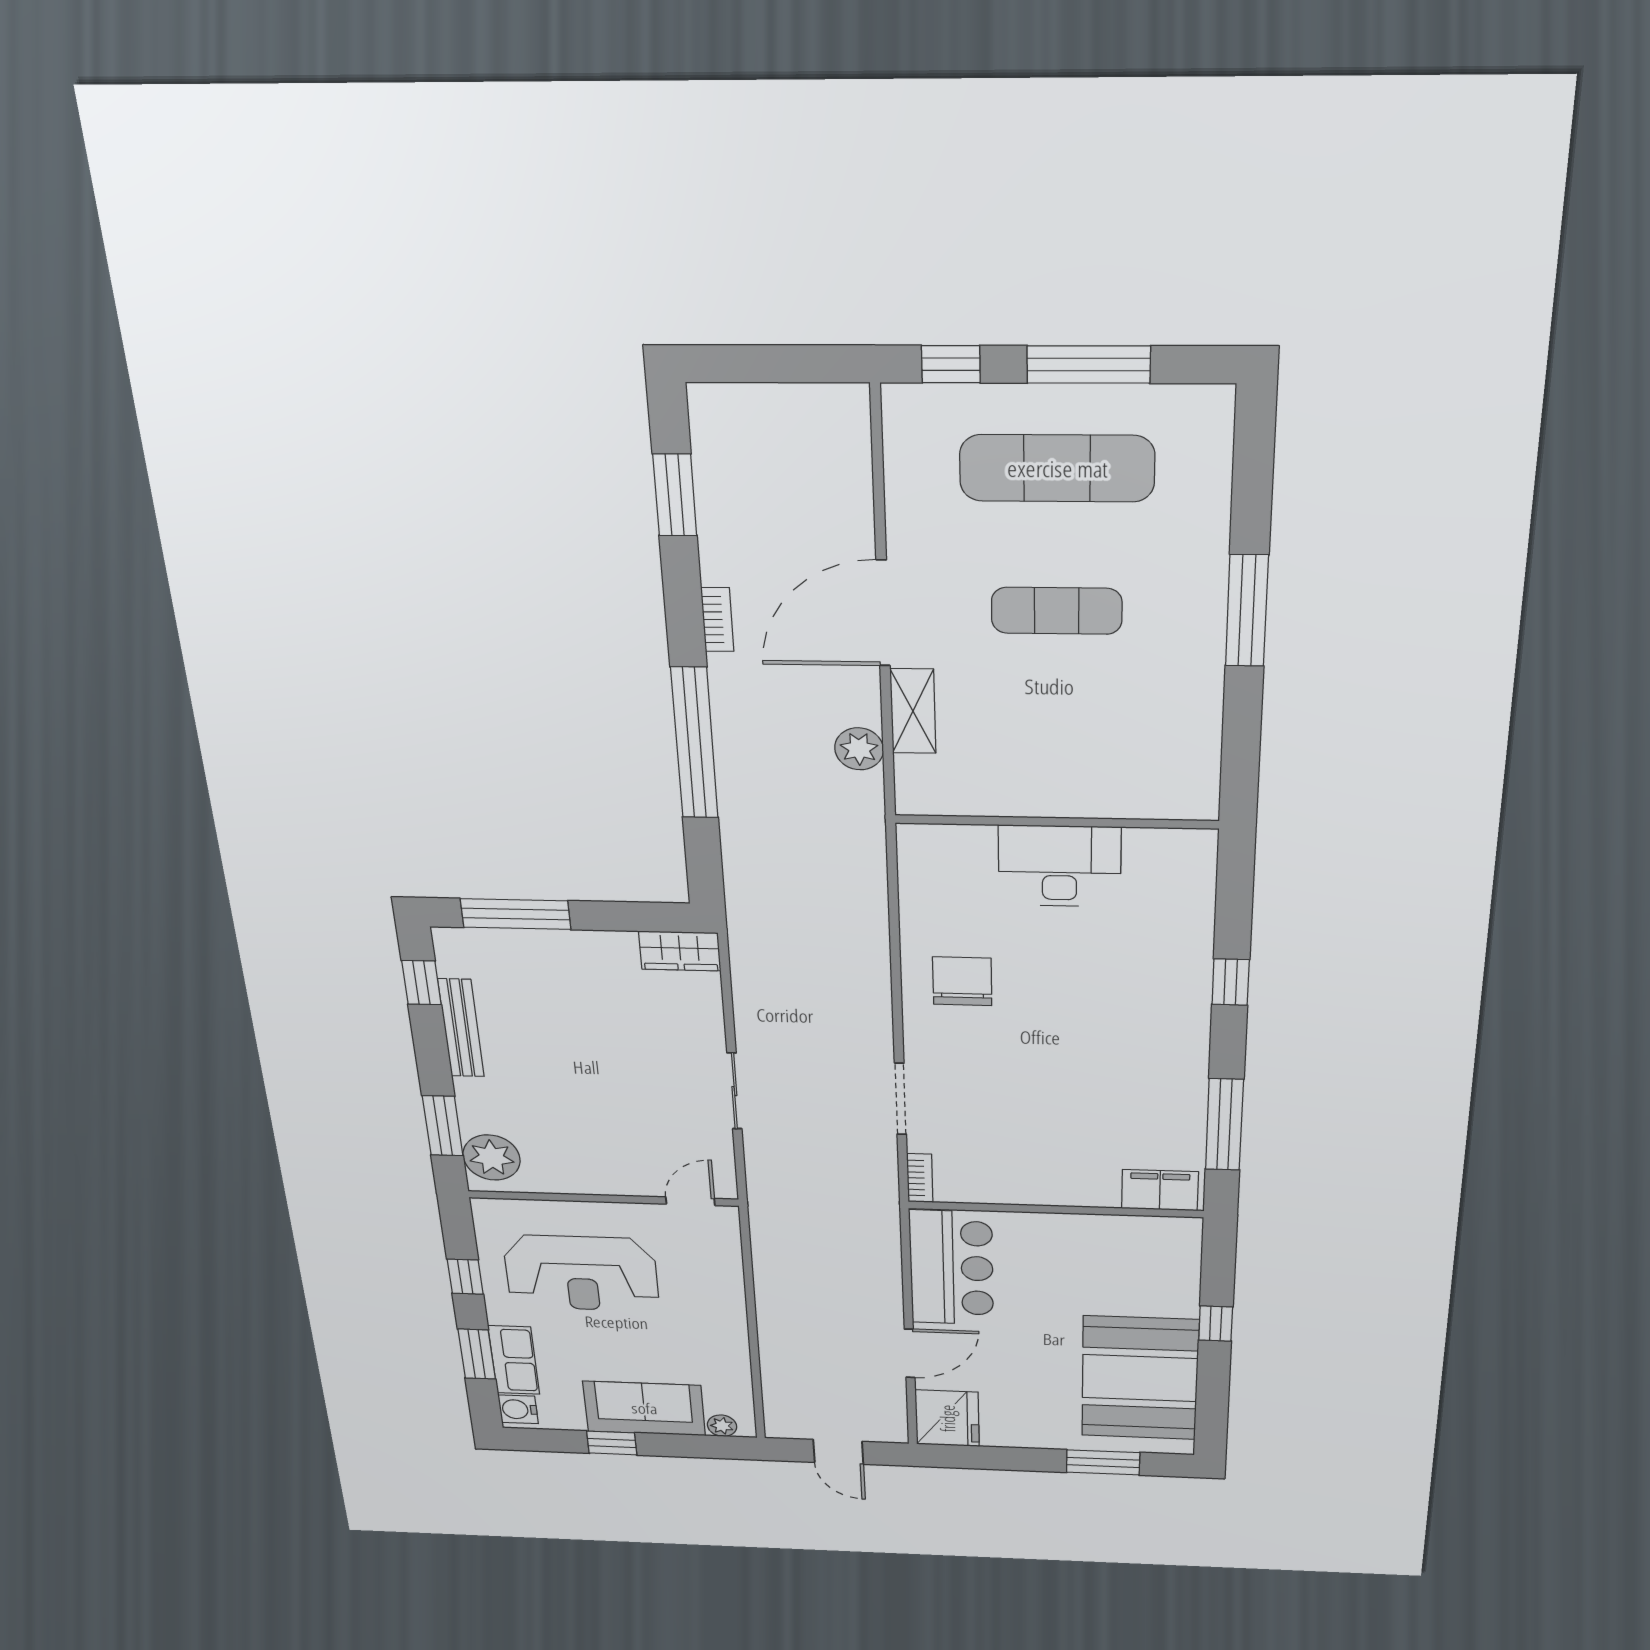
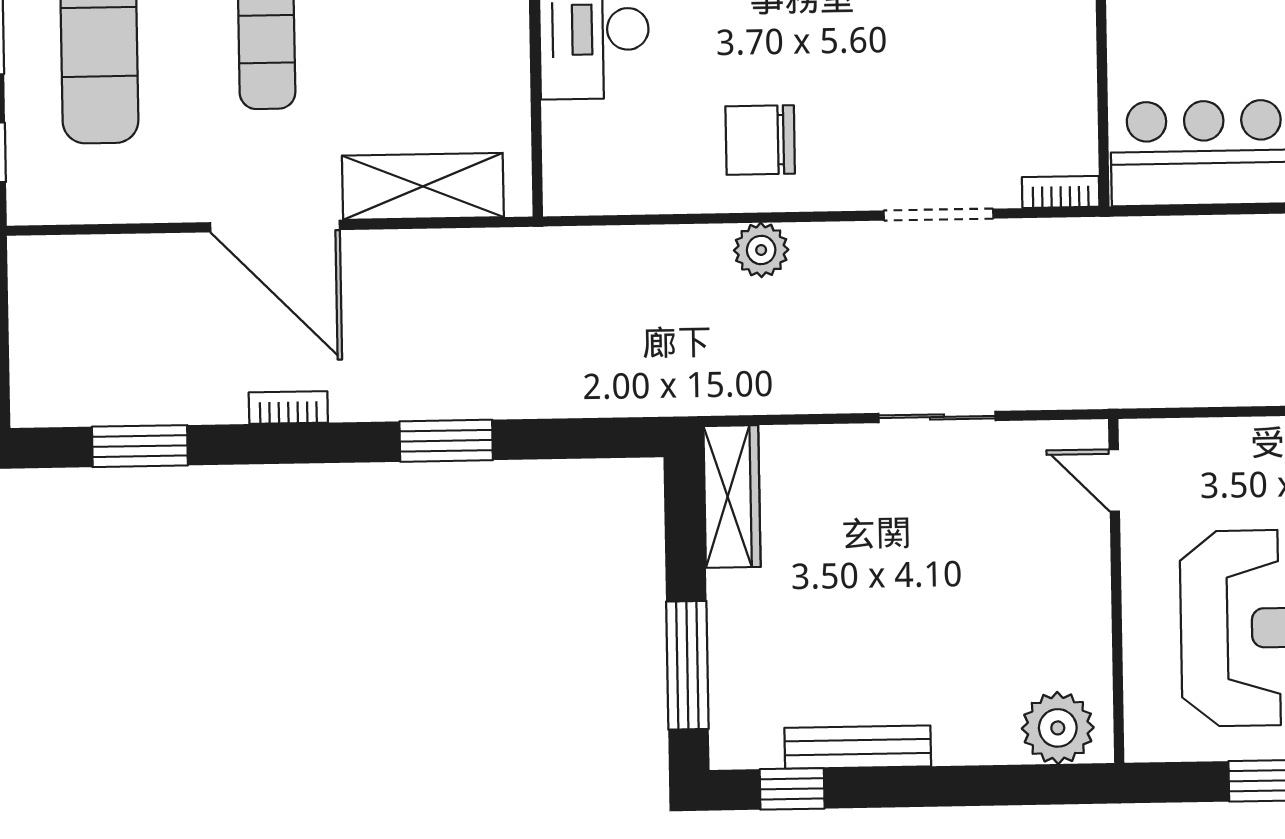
shelving: (913, 711) -> (423, 186), width x1.50, depth x1.33
window: (694, 743) -> (446, 441), width x0.47
plant: (859, 749) -> (761, 250), moved
wardrobe: (680, 951) -> (732, 496), width x1.50
window: (443, 1126) -> (1010, 785), removed

